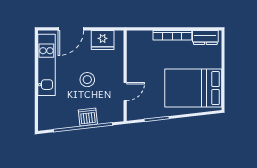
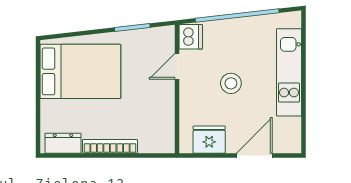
kitchen unit: (46, 65) -> (289, 72), moved
dishwasher: (88, 117) -> (191, 37), moved, turned -83

